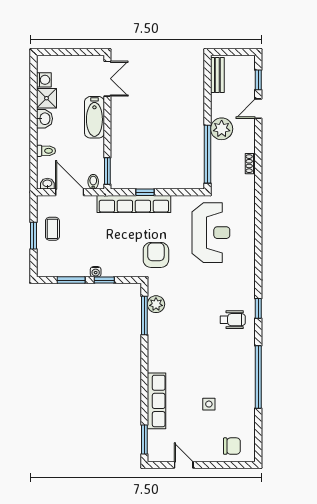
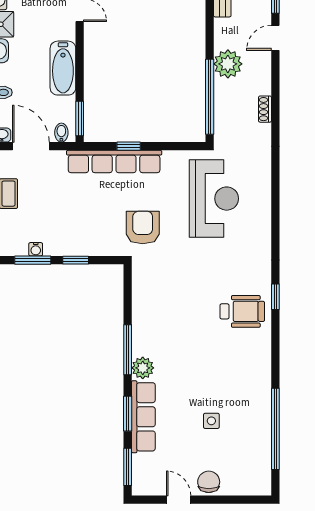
bathtub: (94, 117) -> (63, 68), moved
water cooler: (96, 272) -> (36, 249), moved
plant: (156, 304) -> (143, 368), moved
window: (144, 315) -> (128, 350), moved
wheelchair: (233, 320) -> (242, 311), width x1.36, depth x1.37
window: (258, 377) -> (275, 429), moved
window: (144, 398) -> (128, 414), added
chair: (232, 446) -> (209, 482), moved, turned -90

